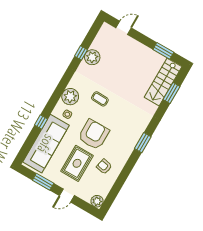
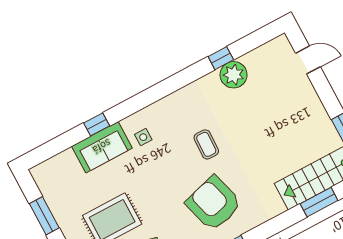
plant: (70, 97) -> (164, 113), removed
armchair: (94, 135) -> (214, 203), moved, turned -106
sofa: (46, 144) -> (102, 147), width x0.54, depth x0.79

